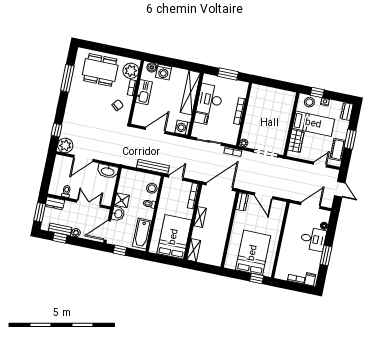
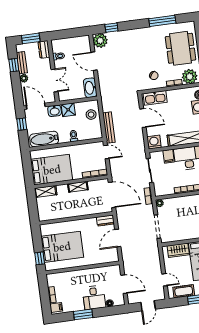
kitchen sink: (144, 92) -> (155, 98), moved
stool: (152, 188) -> (91, 115), moved

